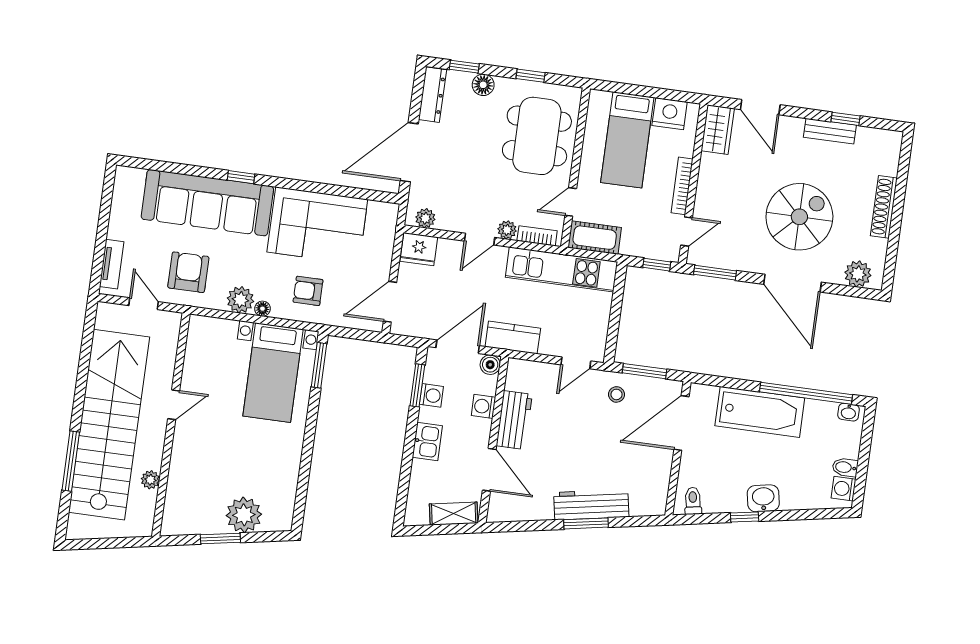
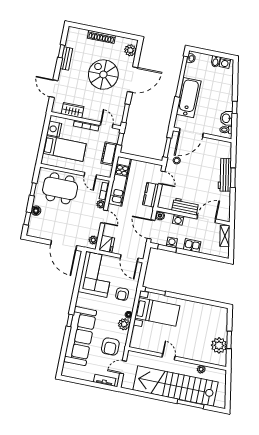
dresser: (432, 95) -> (39, 233), removed
door: (760, 107) -> (54, 89), swing flipped
wardrobe: (718, 130) -> (73, 110), moved
corner sofa: (317, 226) -> (96, 274), moved
cot: (595, 238) -> (109, 154), moved
armchair: (188, 272) -> (110, 346), turned -90
kitchen counter: (513, 338) -> (151, 195), moved
door: (681, 423) -> (191, 133), hinge flipped
washbasin: (763, 498) -> (226, 118), moved
plant: (244, 515) -> (219, 345), moved

